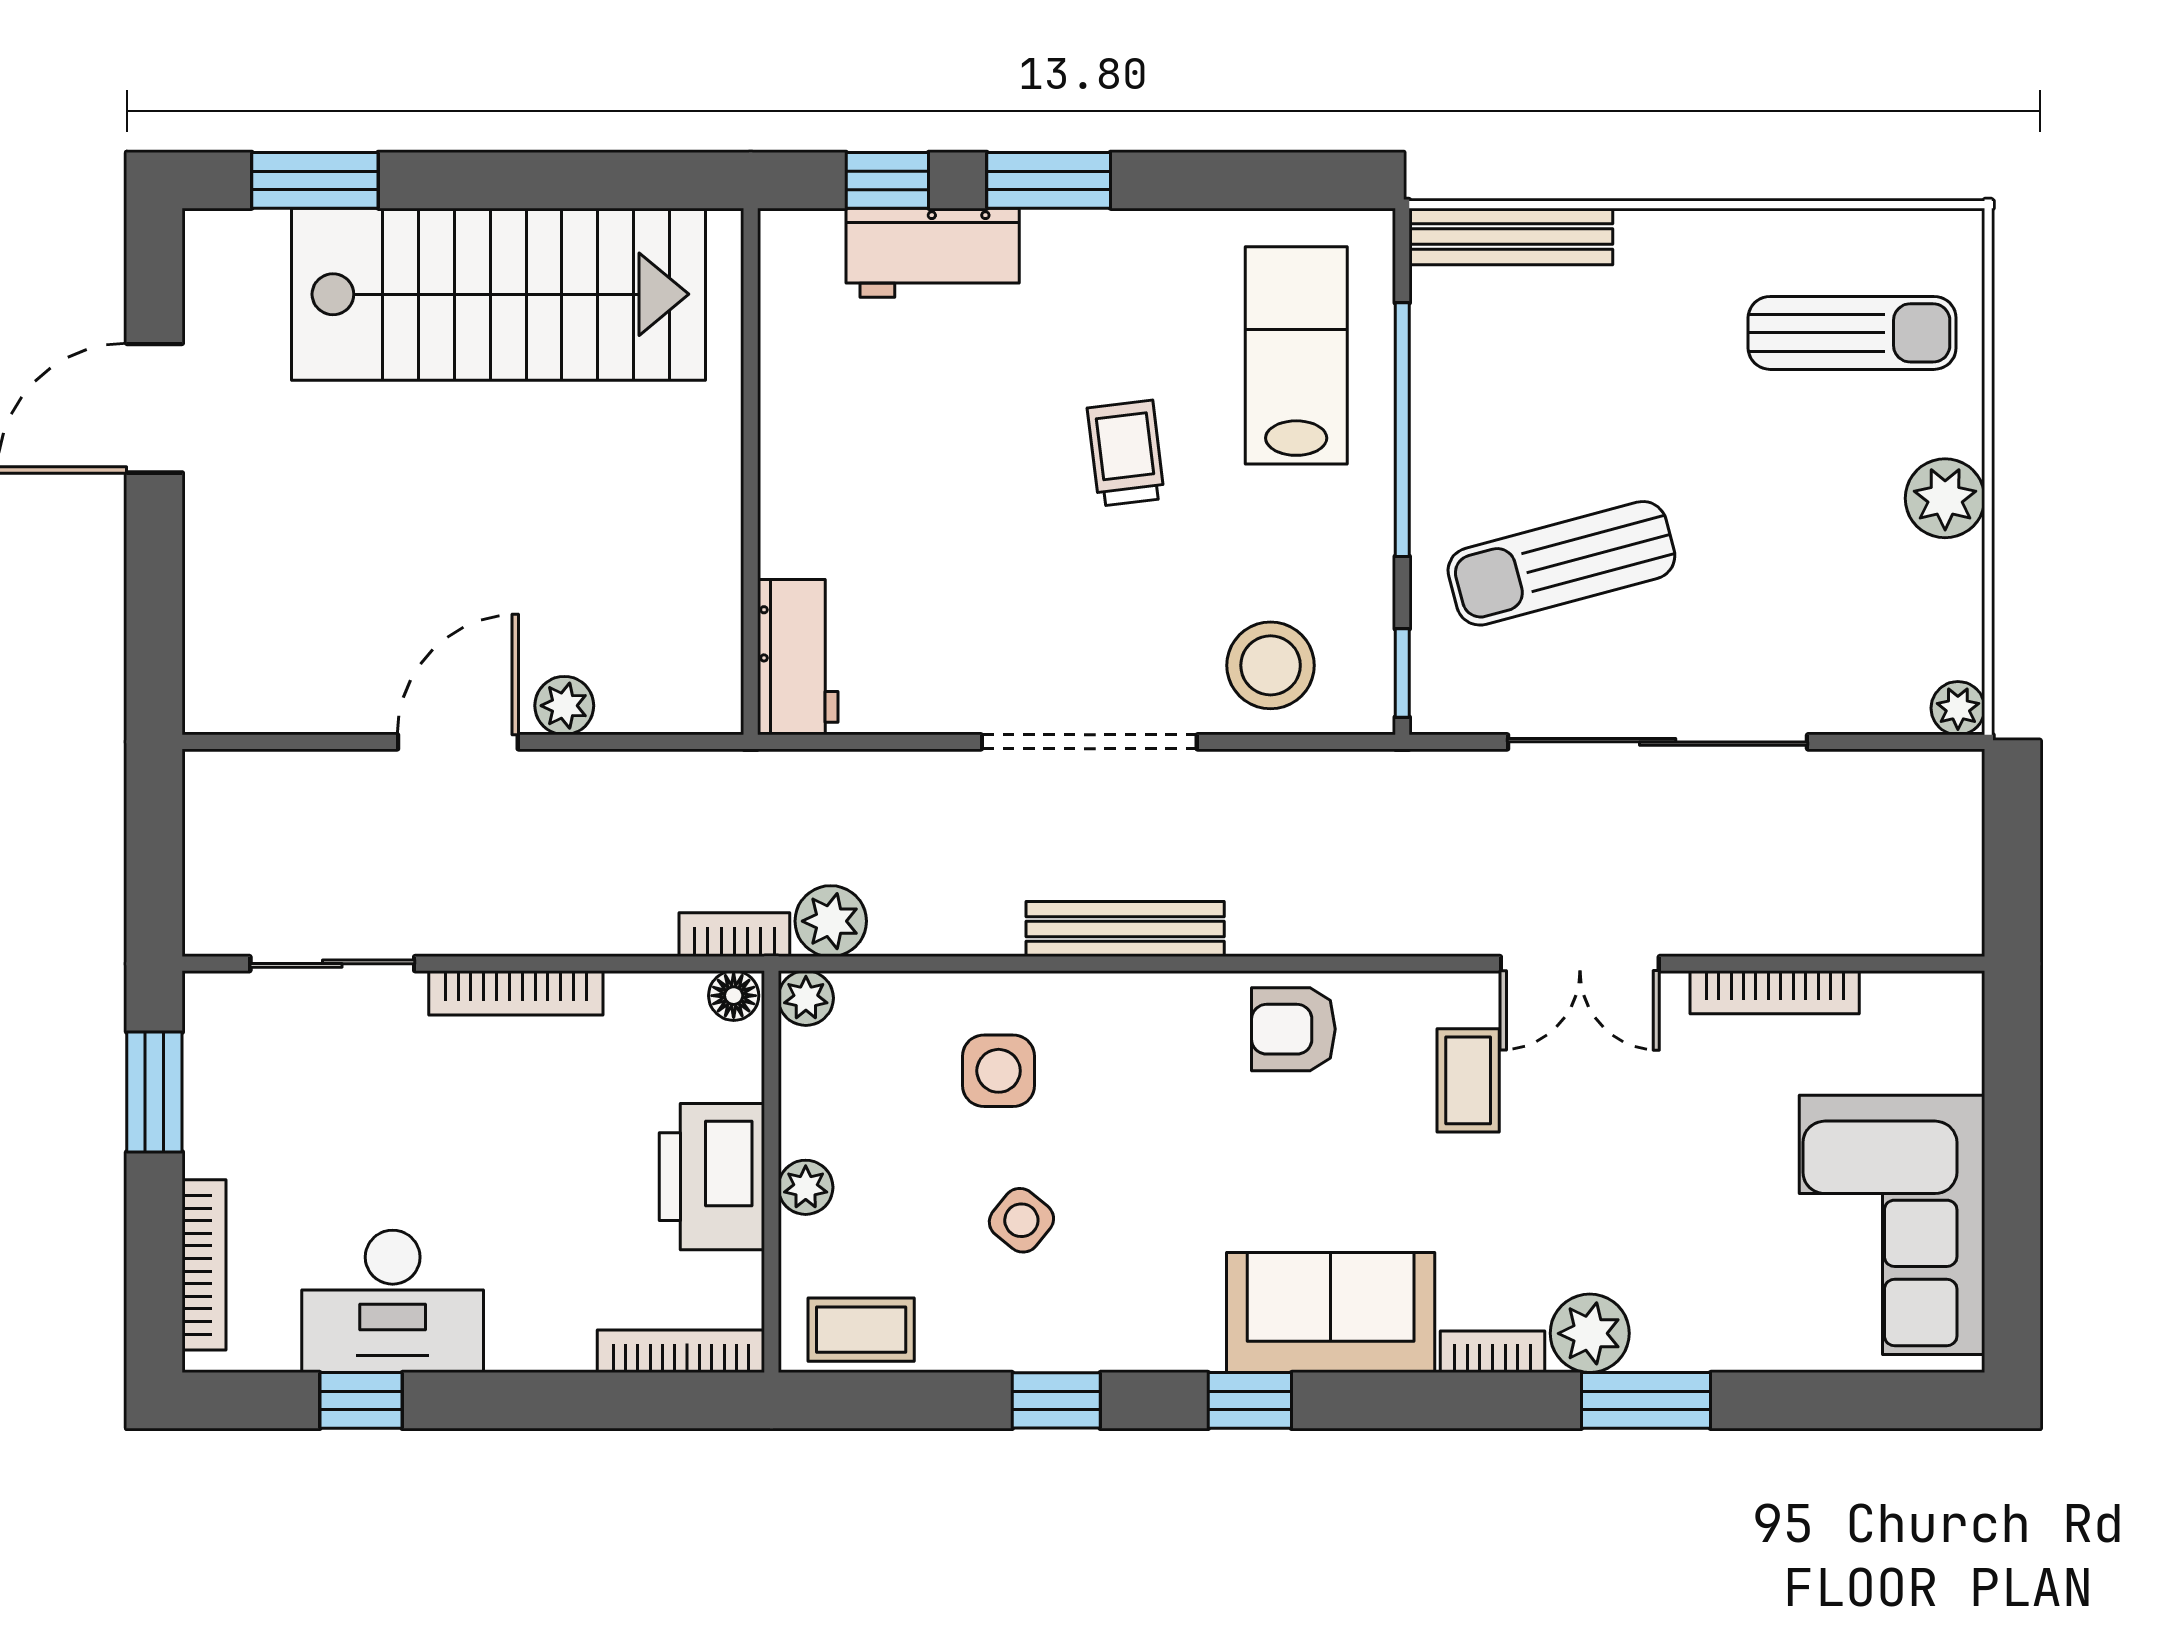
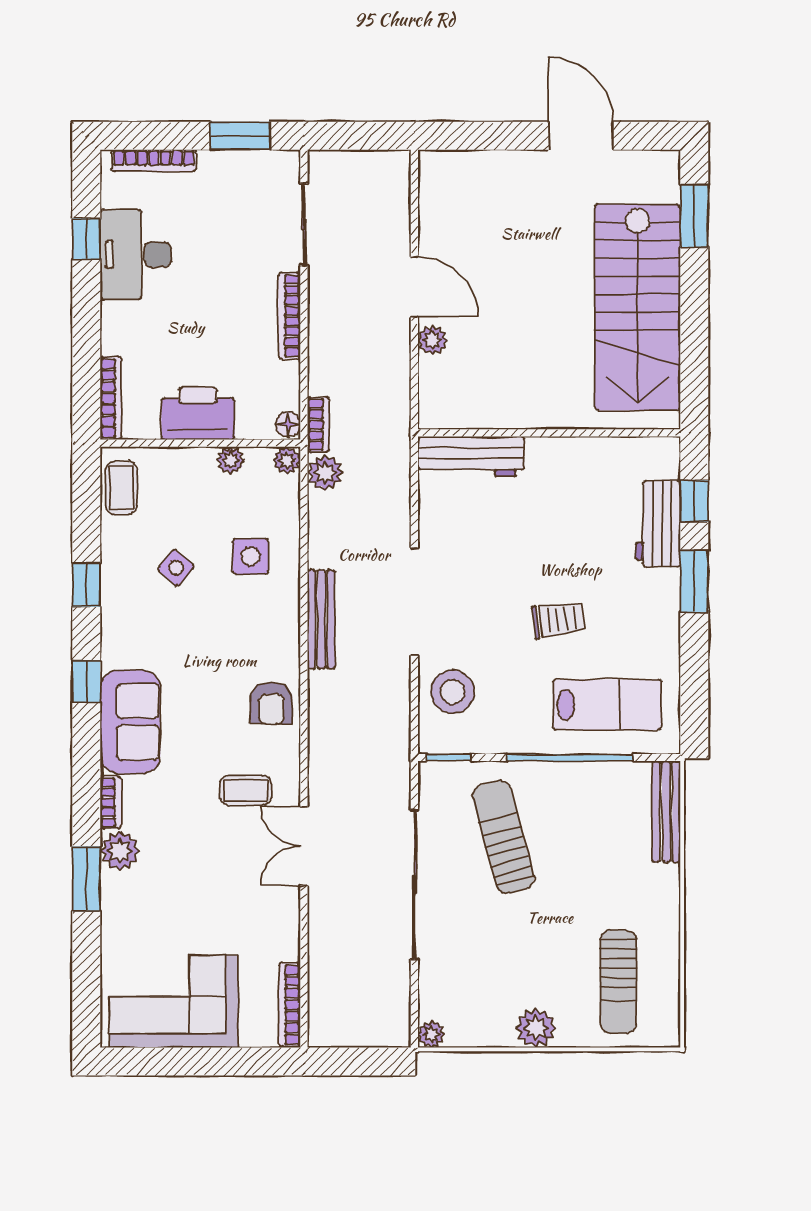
workbench: (798, 657) -> (471, 456), width x1.38
bookcase: (1775, 992) -> (290, 1005), moved
armchair: (1293, 1029) -> (271, 703), turned 180
plant: (806, 1187) -> (230, 460), moved

